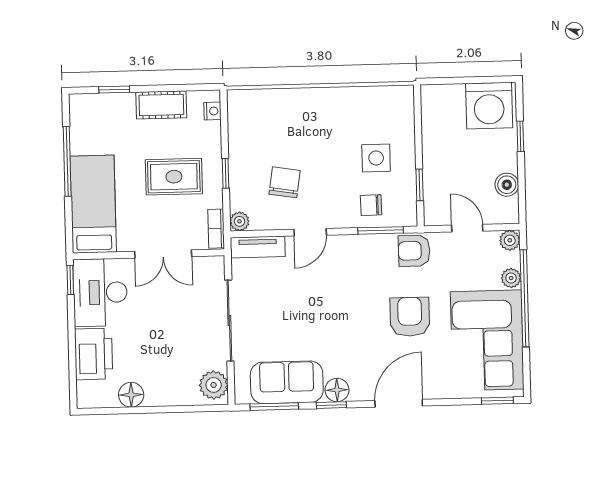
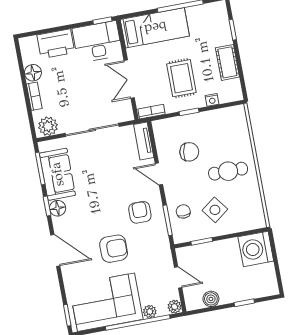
washing machine: (489, 106) -> (256, 249), moved
nightstand: (212, 111) -> (212, 100), moved
cafe table: (322, 129) -> (228, 171), added
side table: (376, 158) -> (215, 210), turned -37
plant: (240, 221) -> (159, 126), removed
door: (467, 228) -> (178, 277), hinge flipped
armchair: (414, 251) -> (140, 212), moved
bookcase: (166, 398) -> (34, 96), added

